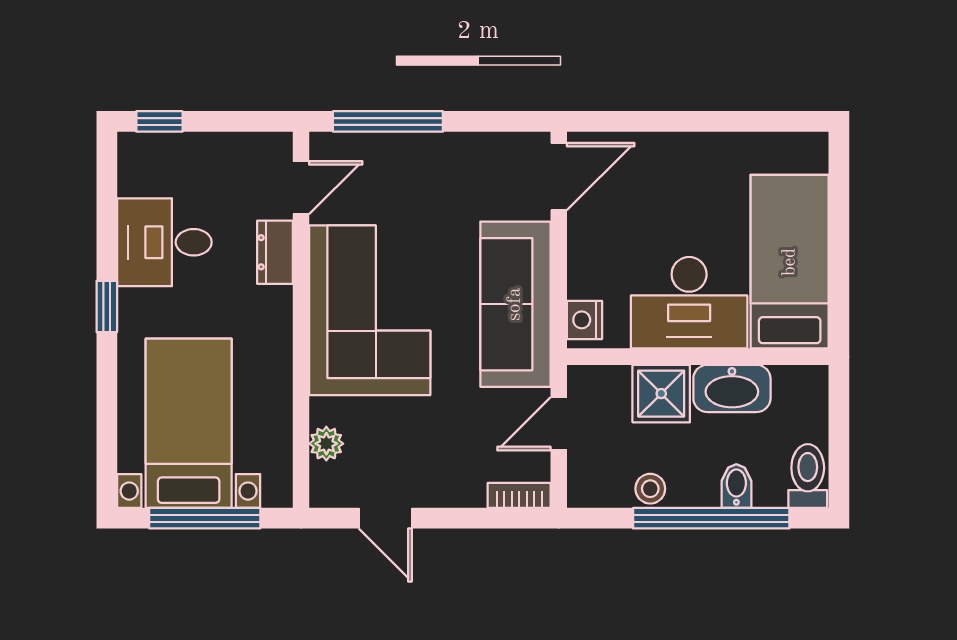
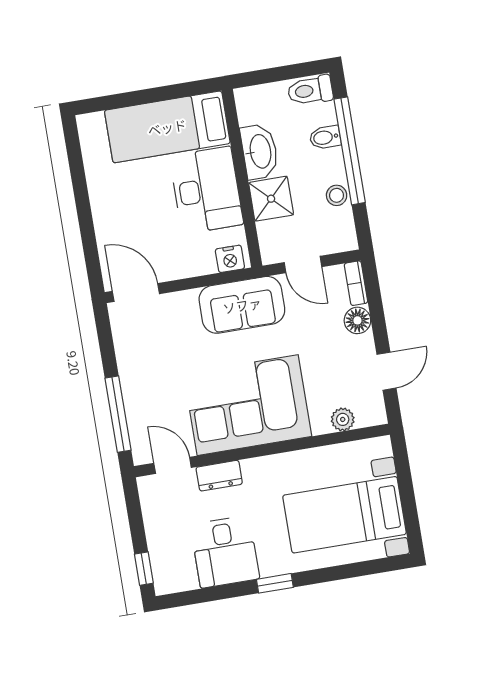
sofa: (515, 304) -> (242, 305), width x0.73
floor lamp: (465, 489) -> (357, 320), added
window: (205, 518) -> (407, 493), removed

